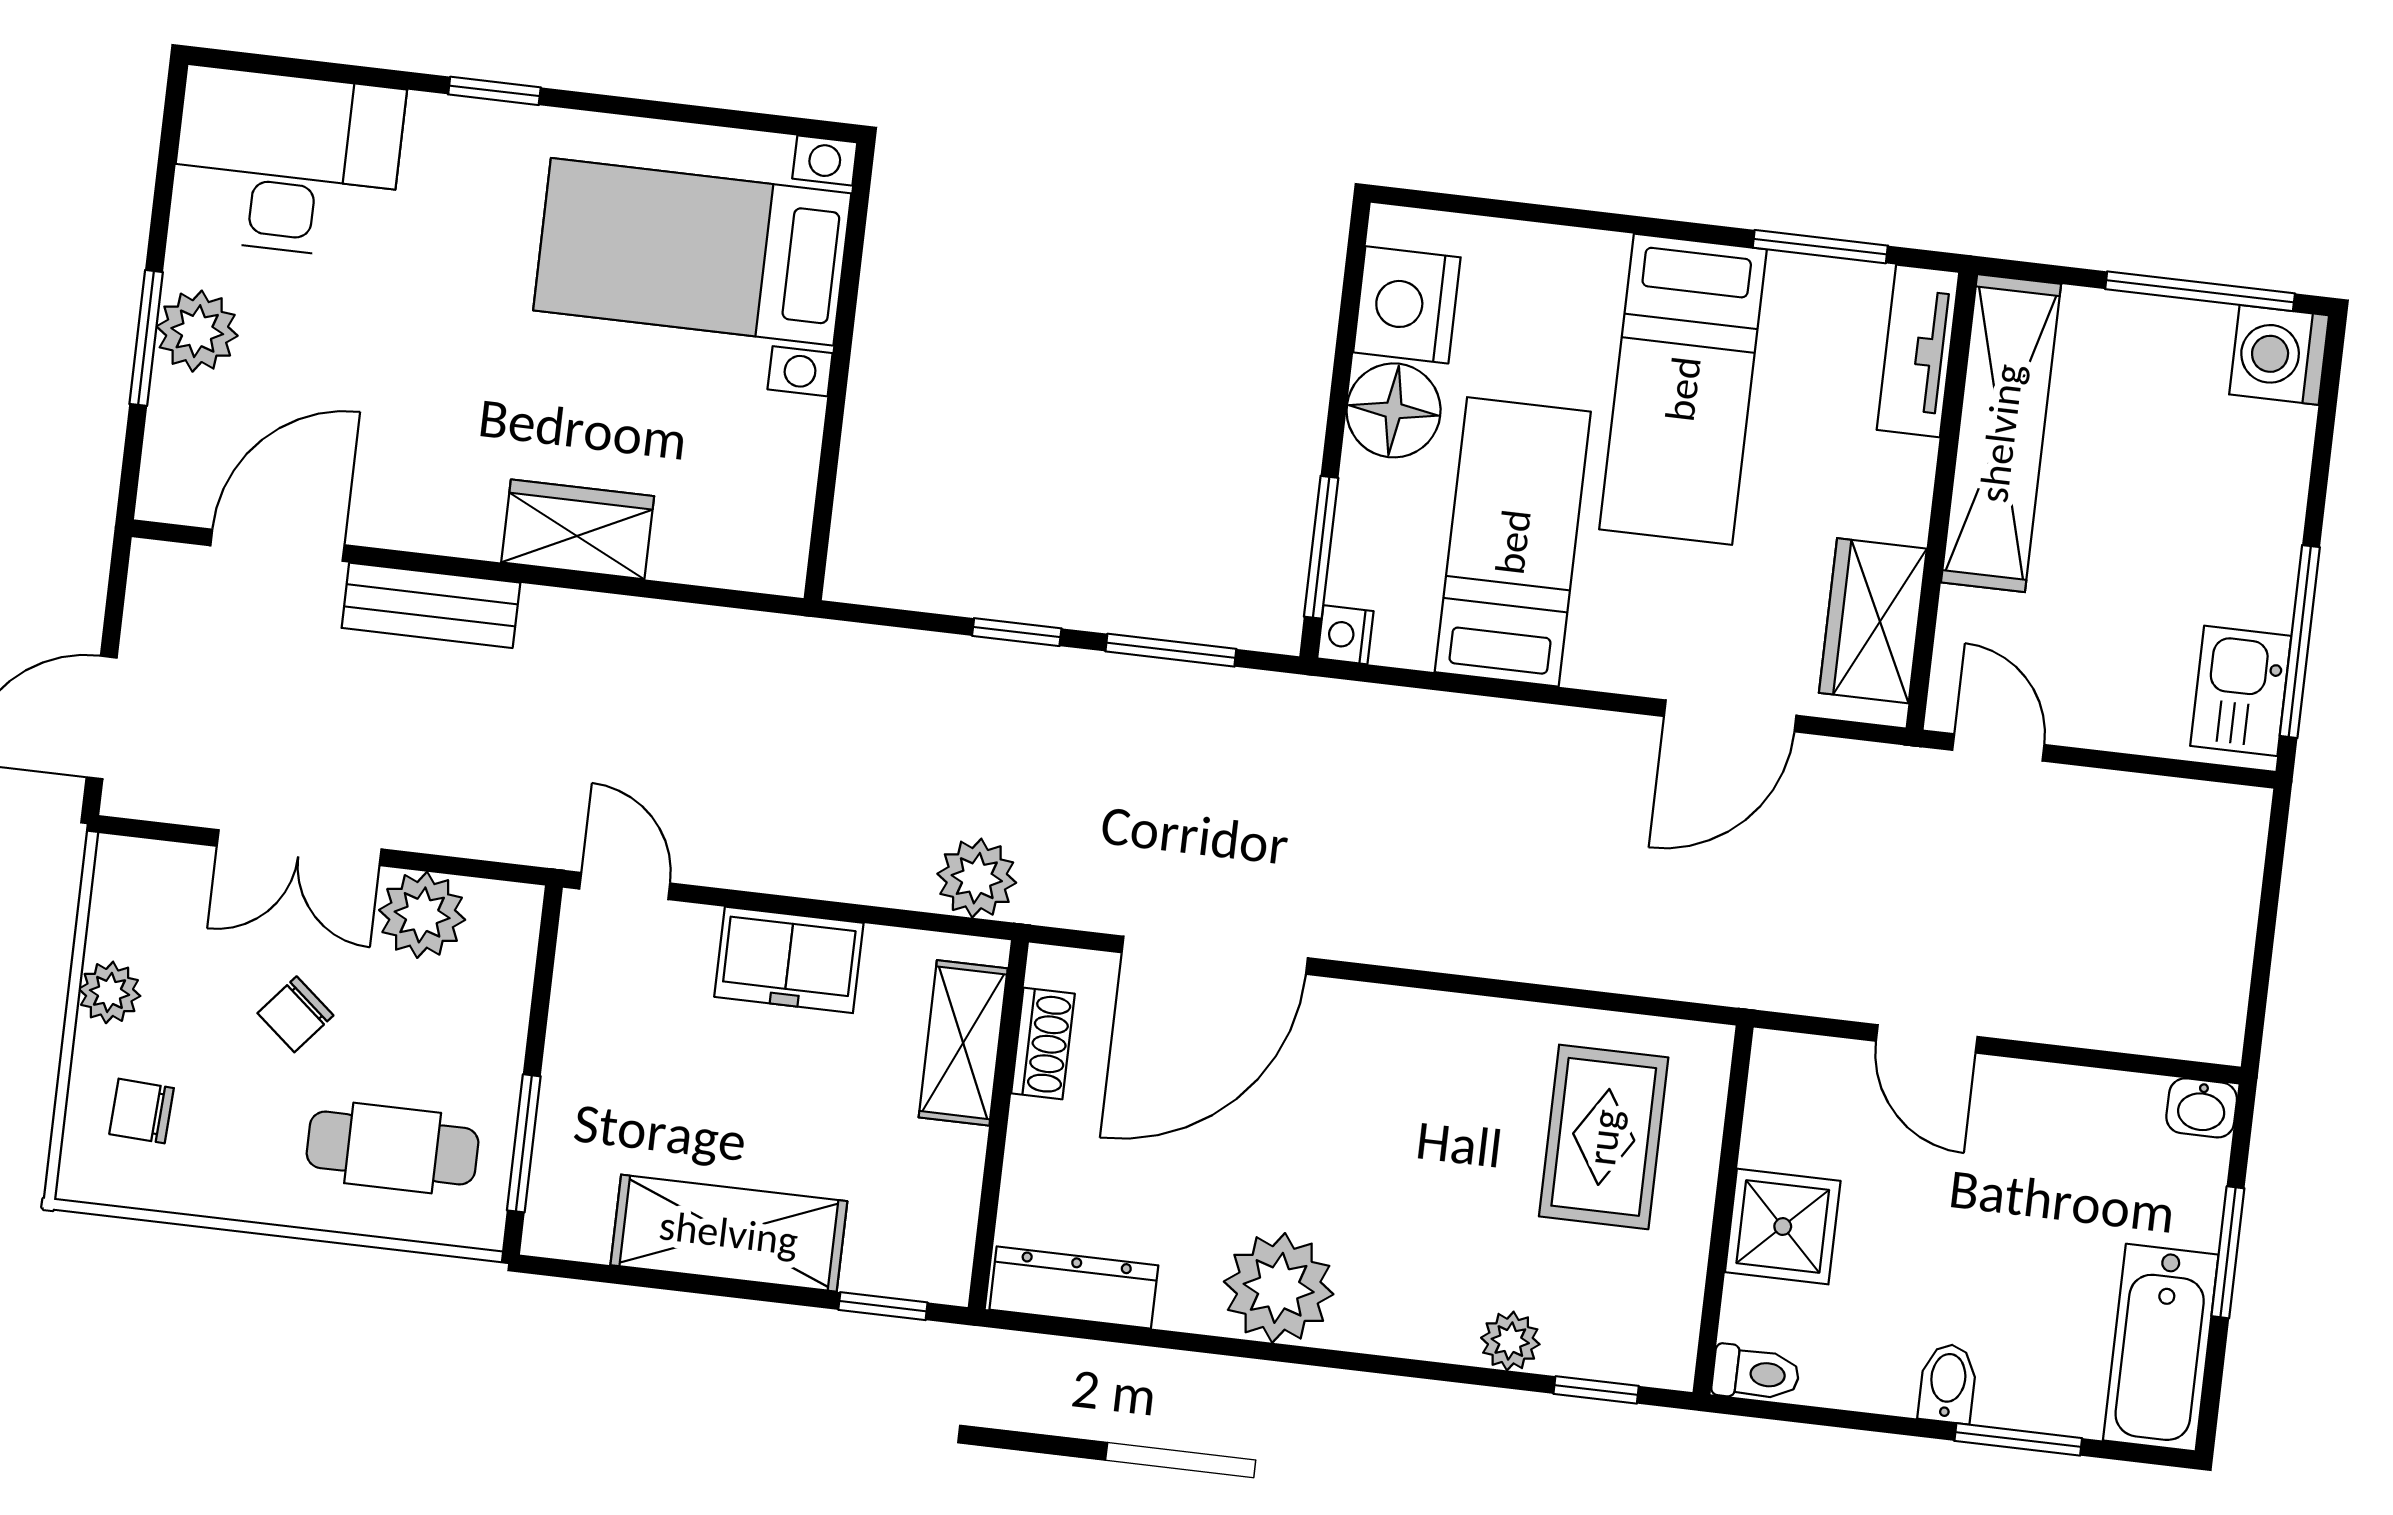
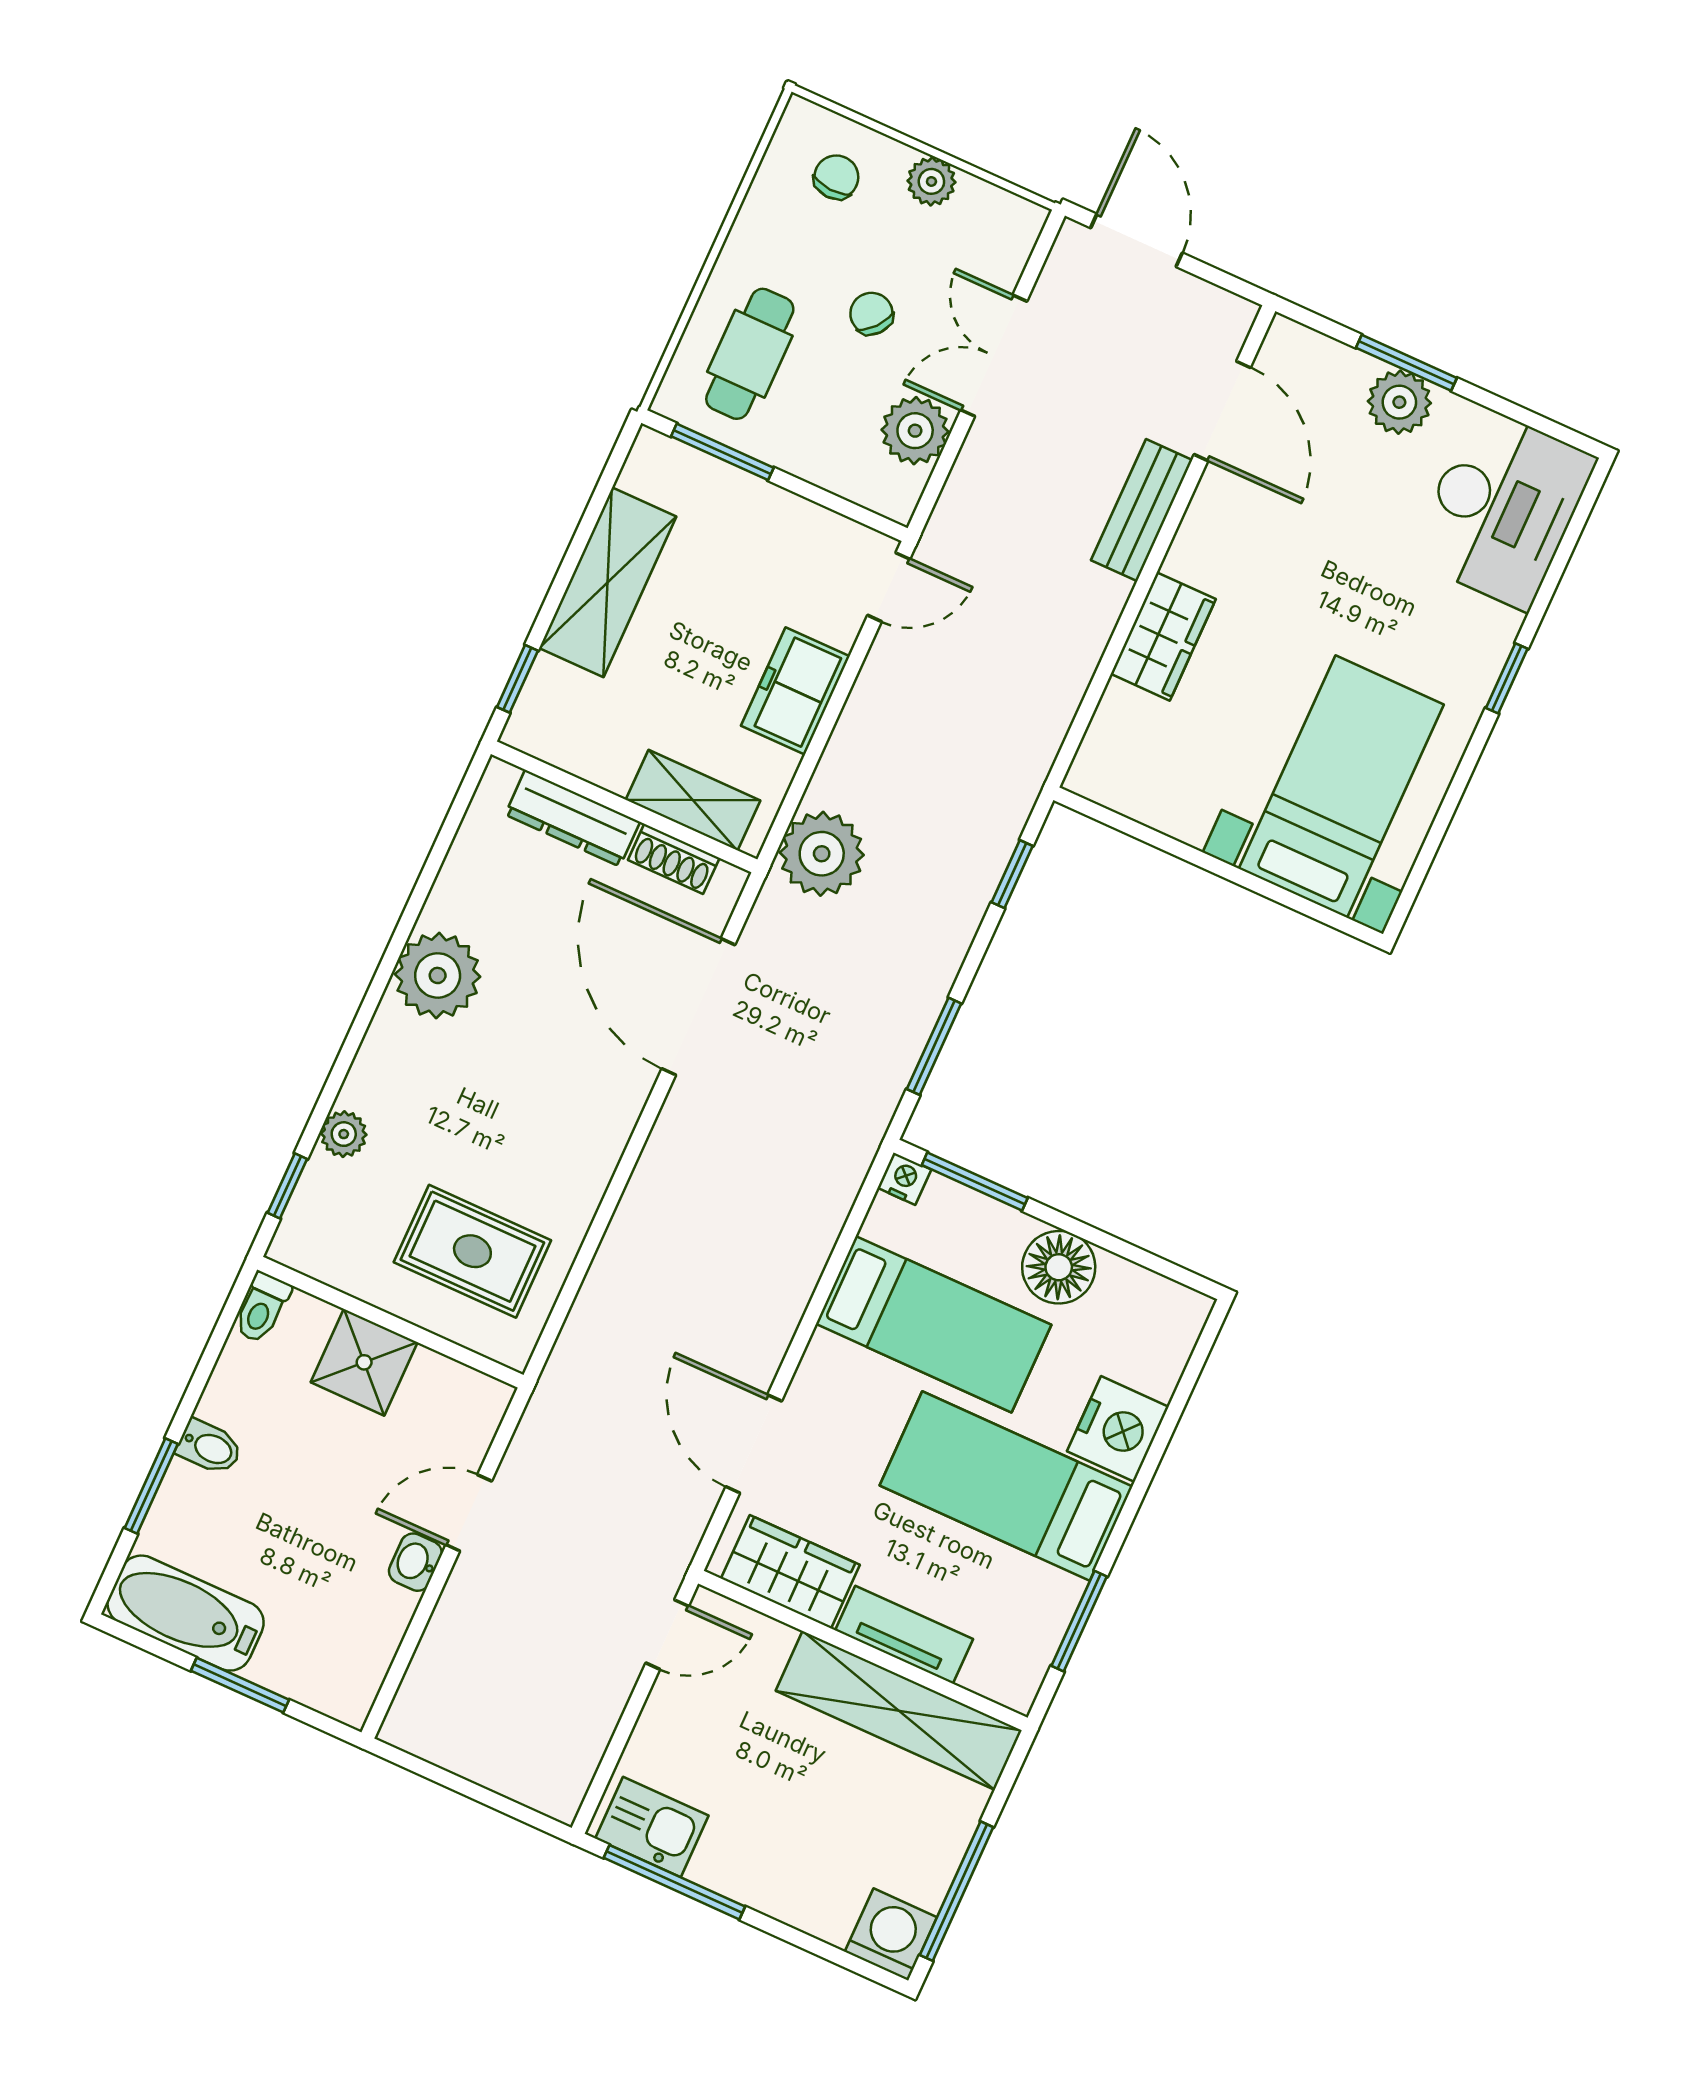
nightstand: (1407, 305) -> (1118, 1429), moved, turned 90
tv unit: (1918, 351) -> (904, 1635), moved
window: (1017, 632) -> (1012, 874), moved
plant: (977, 878) -> (822, 854), width x1.36, depth x1.36
washbasin: (2202, 1108) -> (415, 1562), moved
dresser: (1074, 1287) -> (573, 818), moved, turned 90

